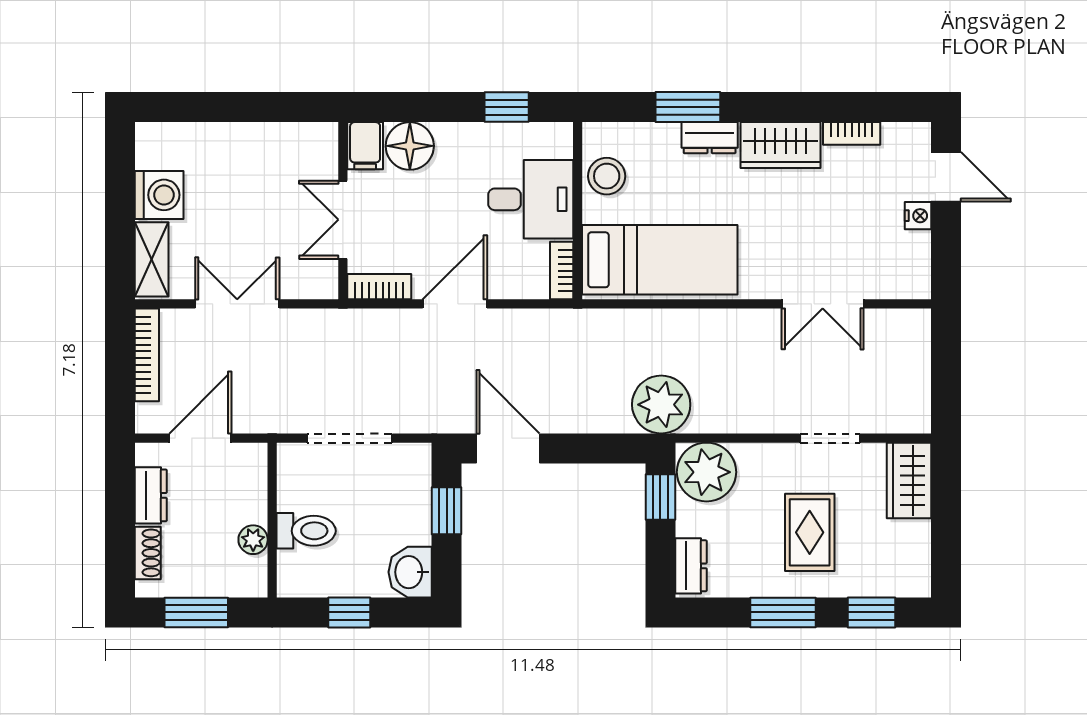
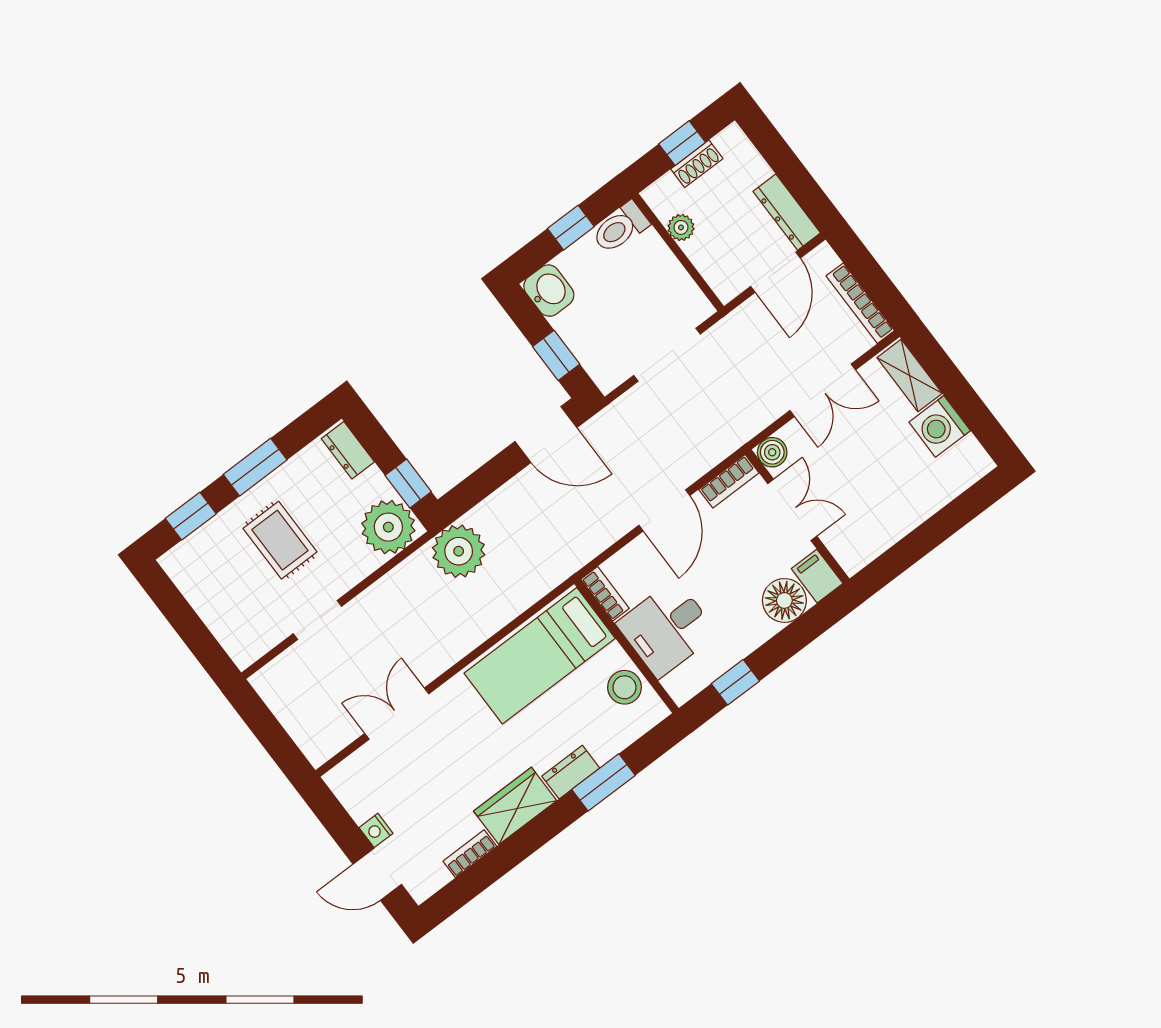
boiler: (322, 283) -> (772, 452), added
wardrobe: (909, 480) -> (236, 633), removed
dresser: (151, 495) -> (787, 212), width x1.44
toilet: (306, 531) -> (620, 228), moved
shoe rack: (148, 553) -> (697, 164), moved, turned -90
window: (196, 612) -> (682, 143), width x0.67

